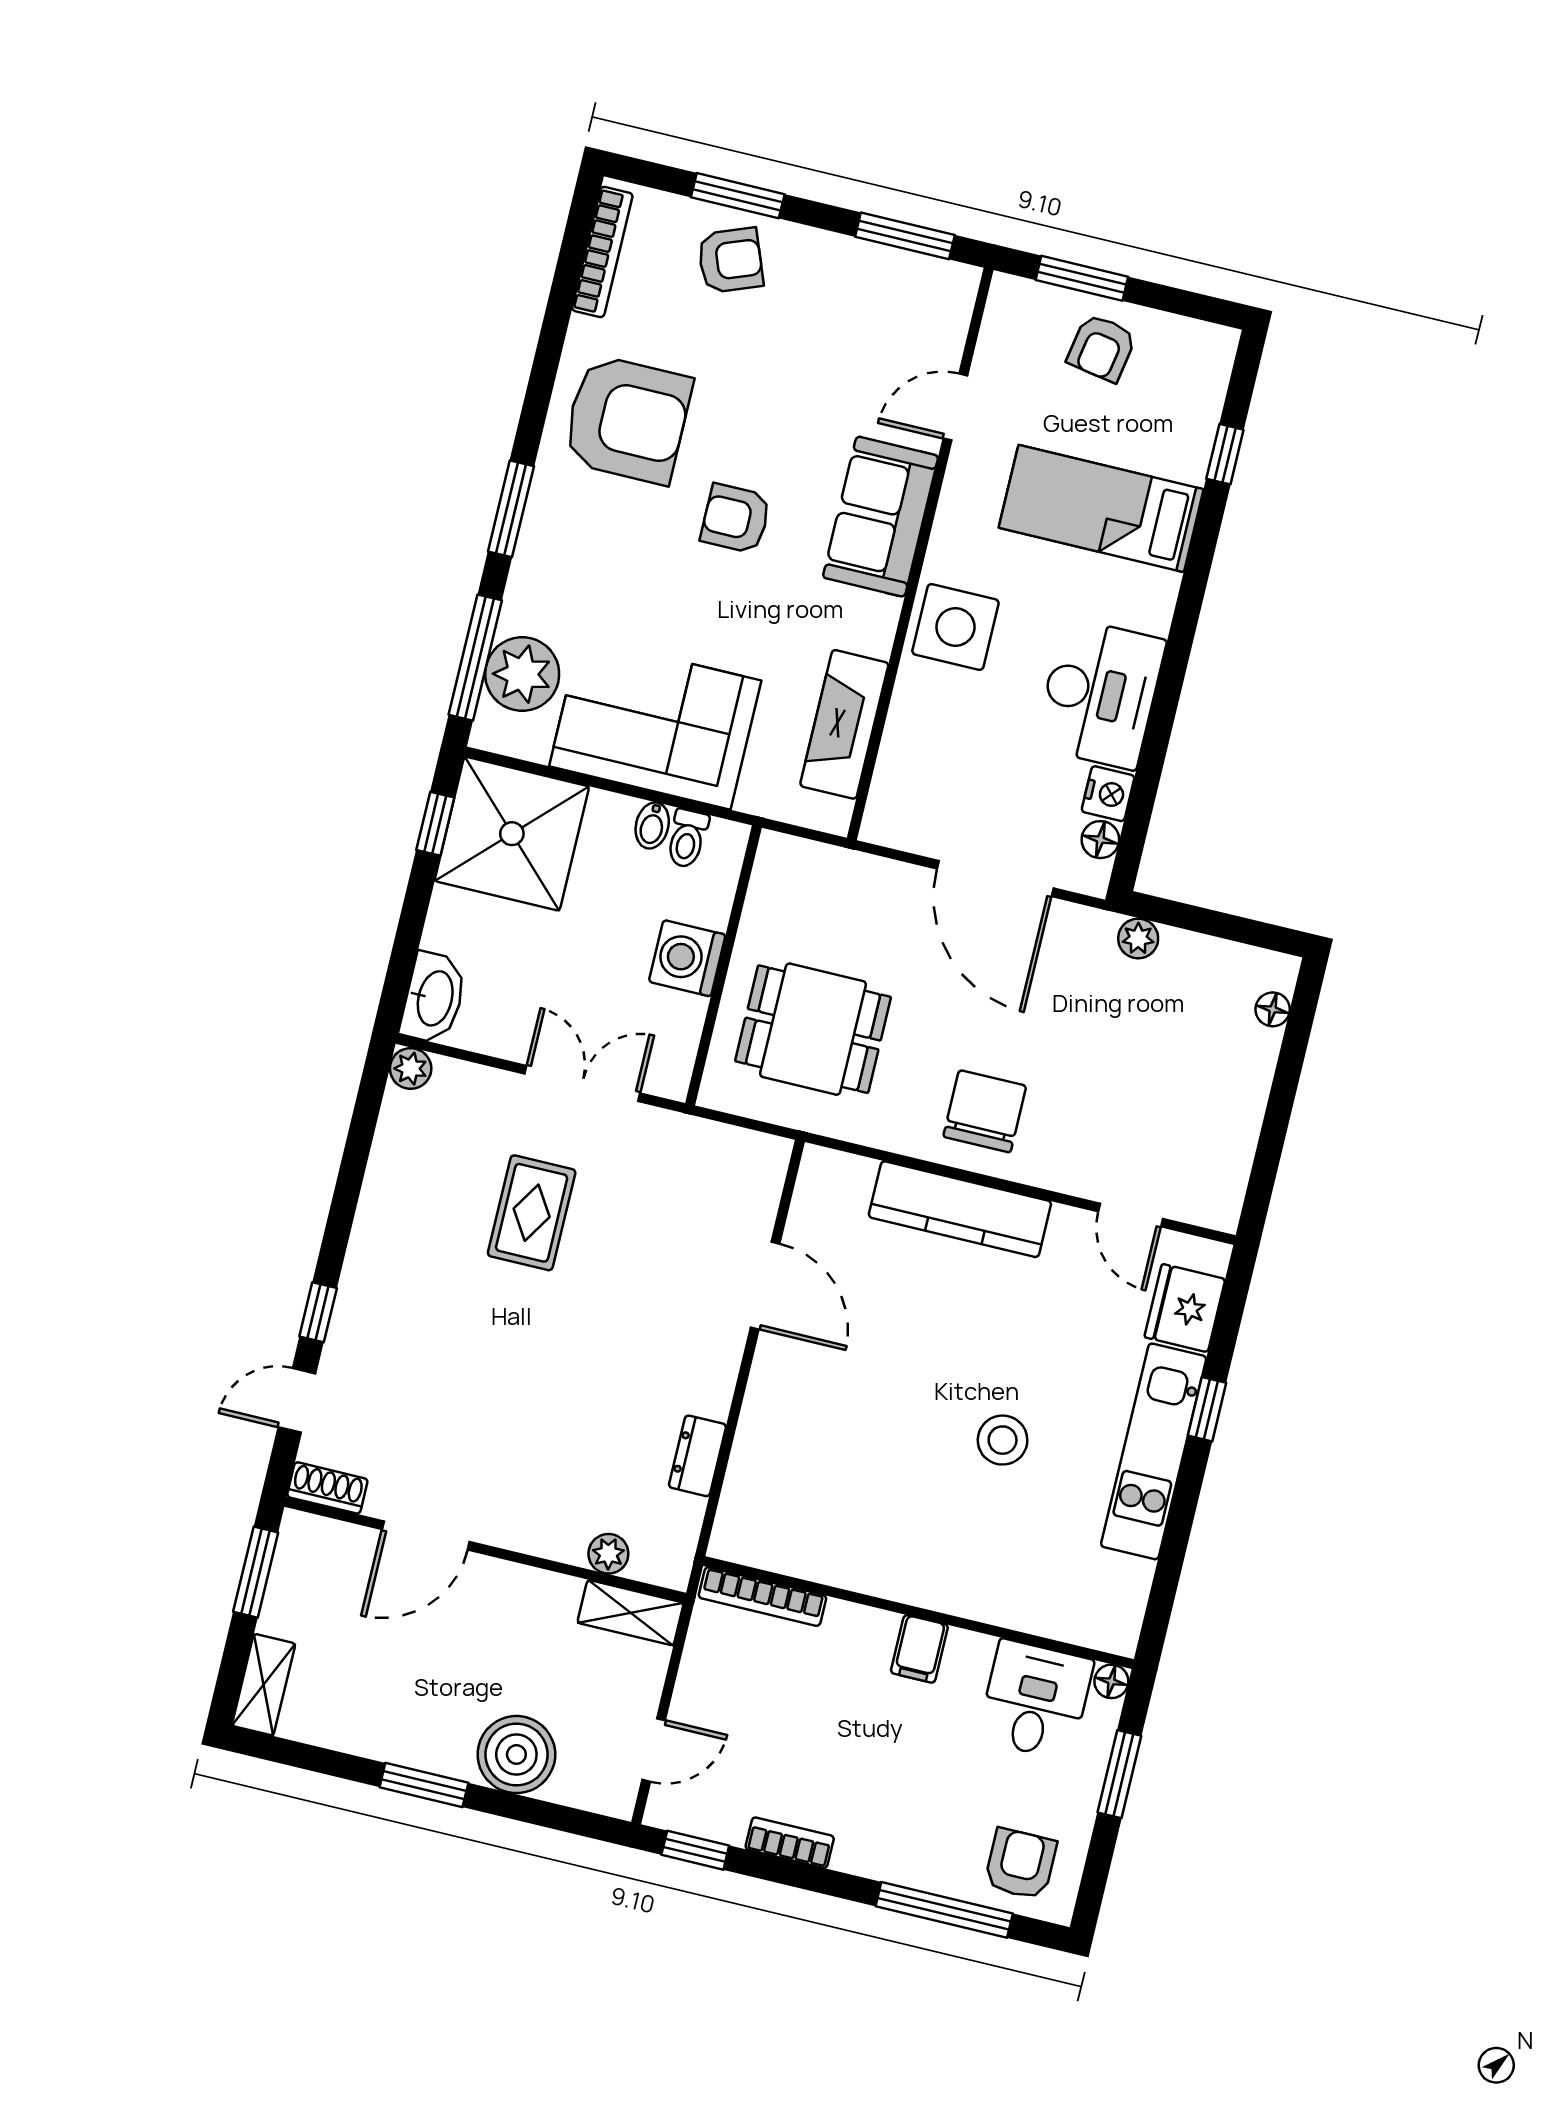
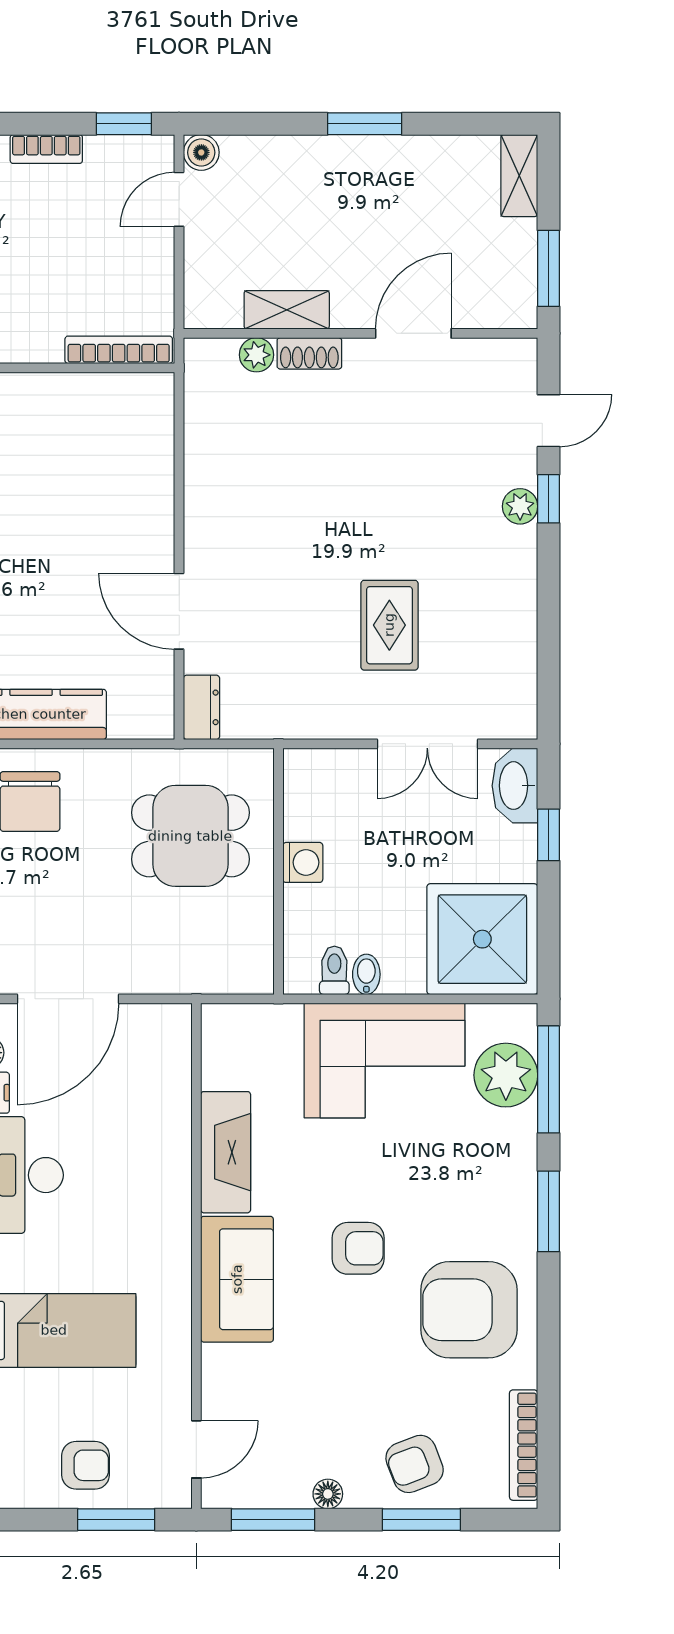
floor lamp: (836, 250) -> (328, 1494), added
armchair: (1102, 348) -> (86, 1465), turned 80
door: (955, 407) -> (196, 1449), moved
side table: (955, 627) -> (152, 1202), removed
fireplace: (844, 724) -> (226, 1152), moved
window: (435, 824) -> (549, 835), moved
door: (995, 879) -> (68, 999), swing flipped
washing machine: (687, 958) -> (303, 862), width x0.73, depth x0.73
plant: (411, 1068) -> (520, 506), moved
double door: (582, 1083) -> (427, 744), moved
dresser: (697, 1456) -> (201, 707), moved
shoe rack: (327, 1488) -> (309, 353), moved
shelving: (631, 1613) -> (287, 310), moved
boiler: (516, 1755) -> (201, 152), moved, width x0.54, depth x0.54

